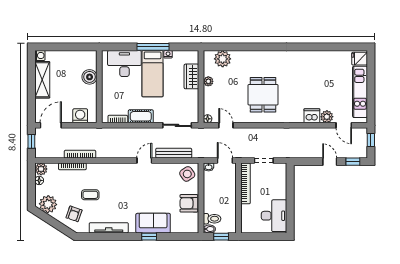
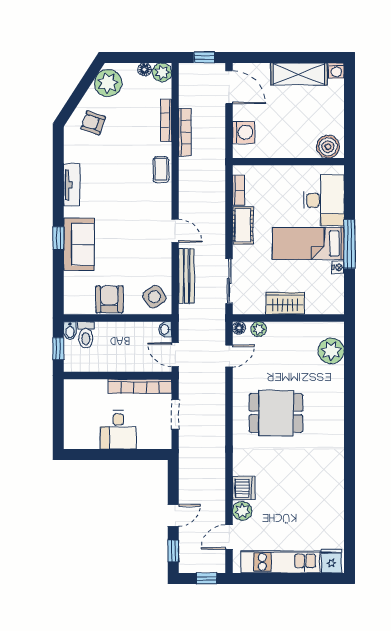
wardrobe: (191, 76) -> (285, 303), moved
boiler: (90, 77) -> (328, 147), moved
plant: (208, 81) -> (259, 329), moved
door: (225, 160) -> (175, 355), swing flipped
coffee table: (90, 195) -> (161, 170), moved
desk: (274, 216) -> (118, 430), moved, width x0.73
tv unit: (109, 228) -> (72, 185), width x0.71

